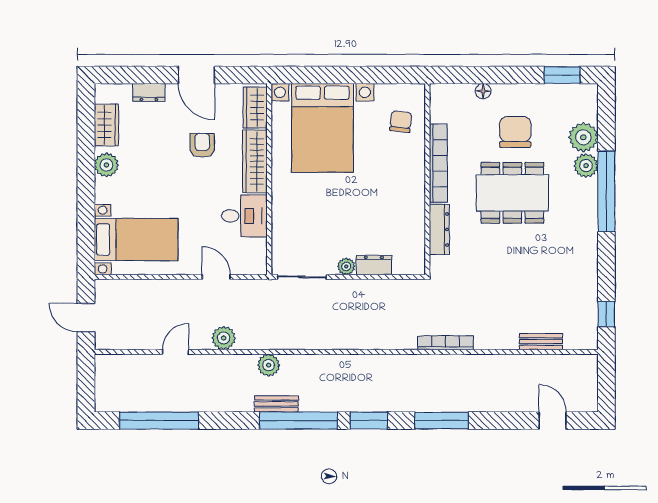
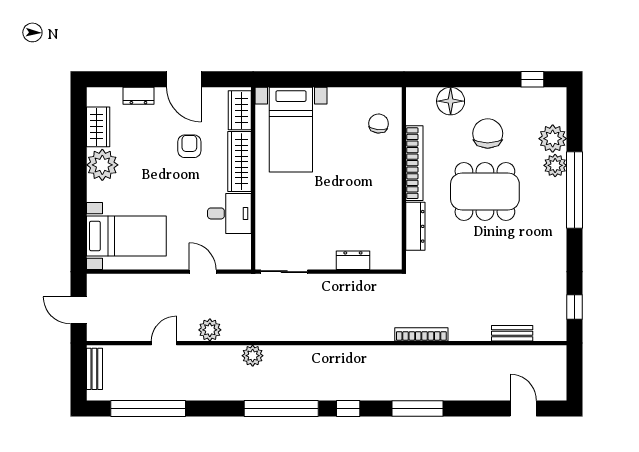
window: (562, 75) -> (532, 79), width x0.67
floor lamp: (483, 91) -> (451, 101), width x1.89, depth x1.89
bed with nightstands: (322, 128) -> (291, 130), width x0.73
plant: (106, 165) -> (102, 165), width x1.36, depth x1.36
plant: (346, 266) -> (327, 262), removed
bench: (276, 404) -> (94, 369), moved, turned 90
window: (369, 421) -> (348, 409), width x0.67

